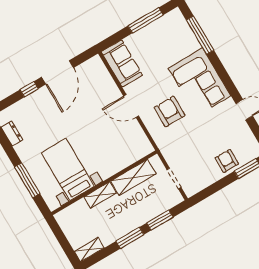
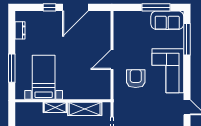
sofa: (122, 63) -> (167, 20), moved, turned 90
door: (131, 106) -> (112, 60), hinge flipped

